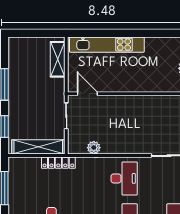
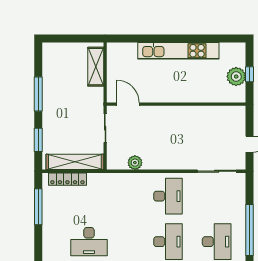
kitchen unit: (107, 45) -> (178, 51), moved
locker: (58, 163) -> (67, 179), moved

